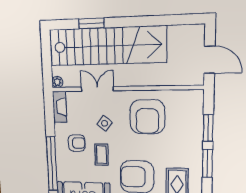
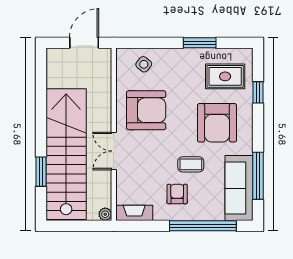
double door: (97, 89) -> (114, 151), moved
side table: (105, 123) -> (144, 64), moved
window: (208, 128) -> (159, 43), removed

